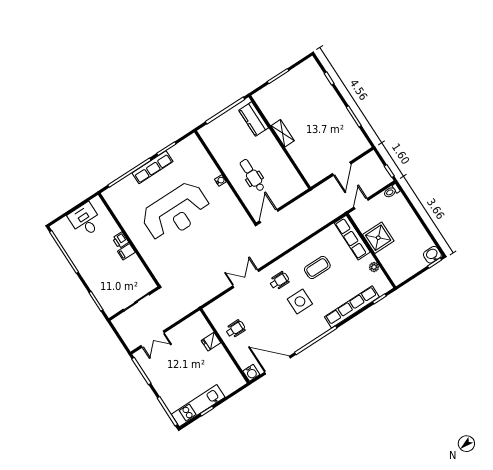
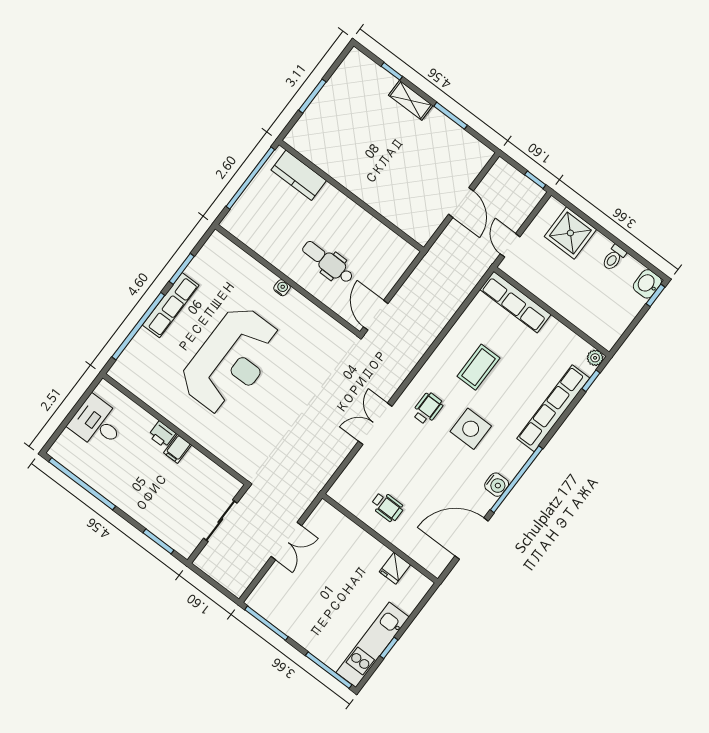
shelving: (283, 133) -> (411, 100), moved
toilet: (392, 191) -> (614, 258), moved
shower: (378, 238) -> (570, 233), moved
plant: (374, 267) -> (595, 358), moved
wheelchair: (235, 329) -> (387, 507), turned 90
double door: (153, 339) -> (286, 541), moved
fridge: (211, 342) -> (395, 568), moved
water cooler: (251, 373) -> (497, 485), moved

